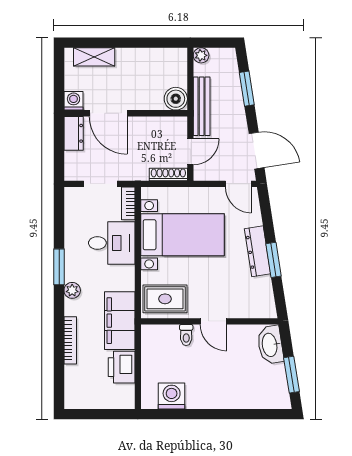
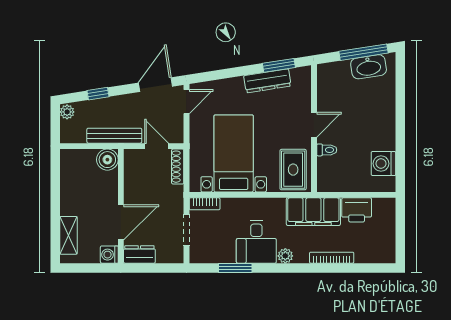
plant: (201, 55) -> (67, 112), moved
window: (247, 89) -> (98, 94), width x0.67
desk: (112, 243) -> (256, 242), moved, turned 180
dresser: (257, 251) -> (267, 81), moved
window: (274, 260) -> (279, 65), moved
window: (59, 267) -> (235, 268), moved
washbasin: (270, 345) -> (369, 67), moved
window: (292, 375) -> (363, 52), width x1.44

